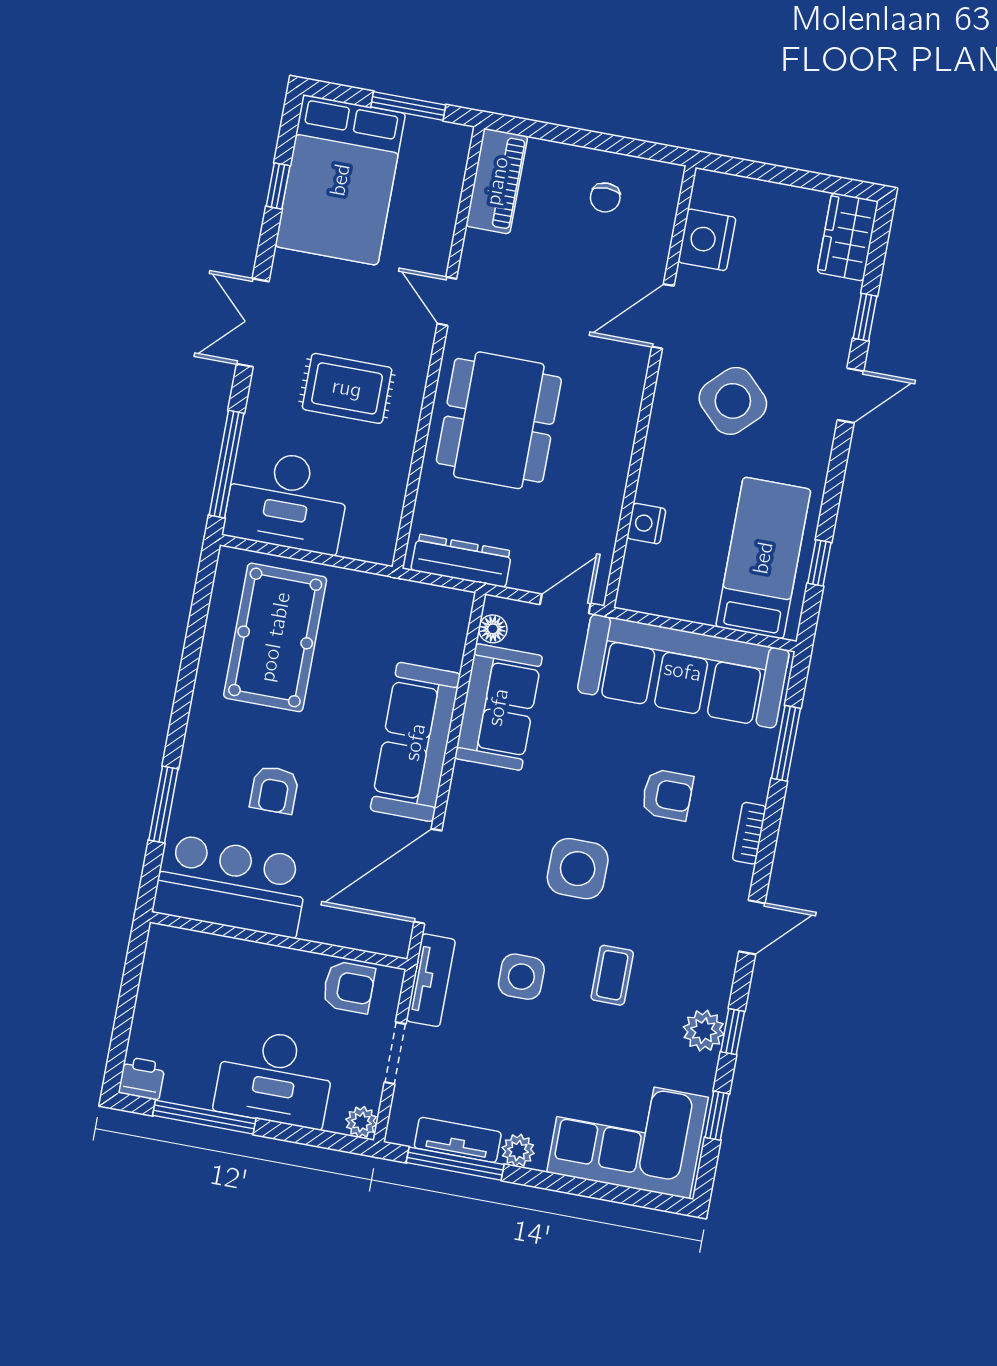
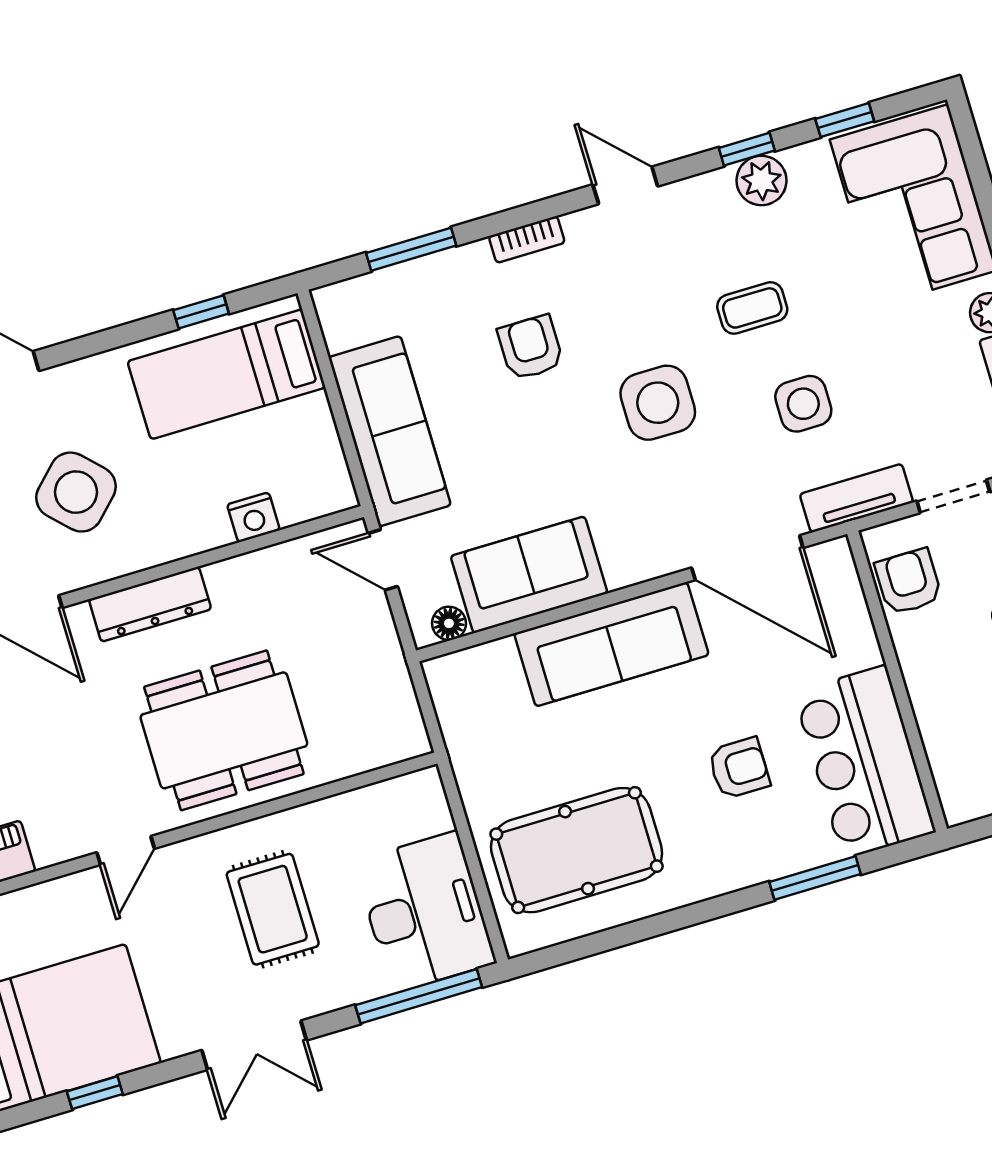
dresser: (461, 561) -> (150, 604), moved, turned -90
sofa: (683, 671) -> (390, 431), width x0.74, depth x0.79

